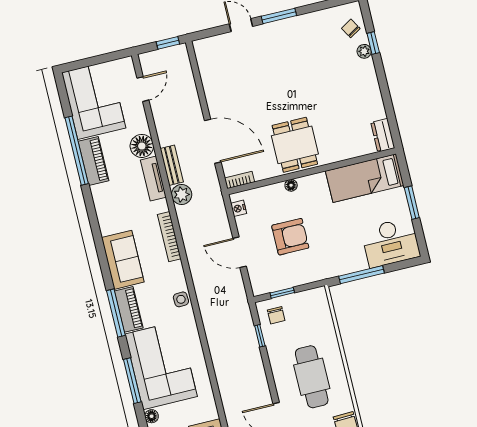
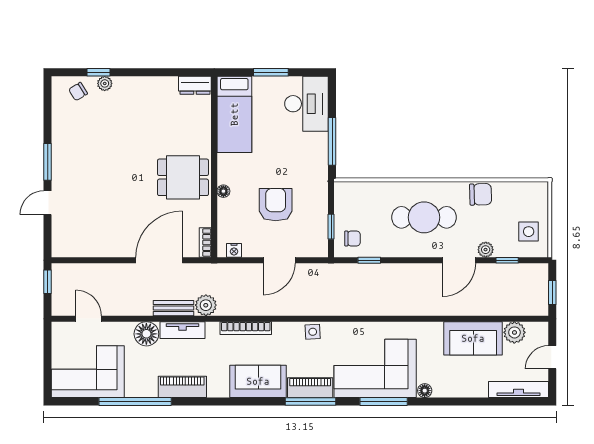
piano: (93, 161) -> (182, 387), moved

